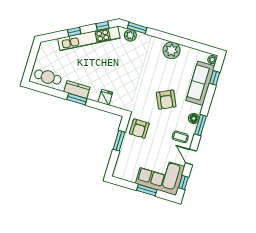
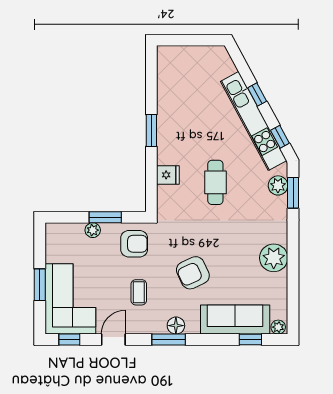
cafe table: (48, 77) -> (215, 182), moved
kitchen counter: (77, 90) -> (167, 126), removed
armchair: (139, 129) -> (134, 244), turned 180
coffee table: (180, 137) -> (139, 292), moved
plant: (124, 150) -> (93, 230), added

